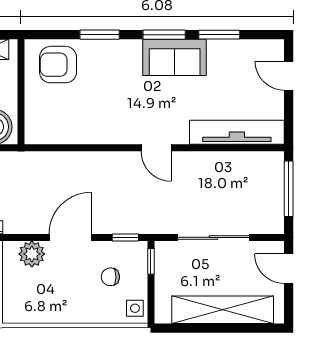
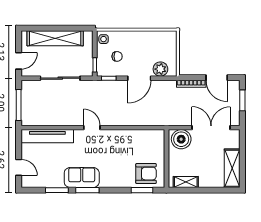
window: (100, 35) -> (142, 190), moved
door: (289, 269) -> (19, 61), hinge flipped

